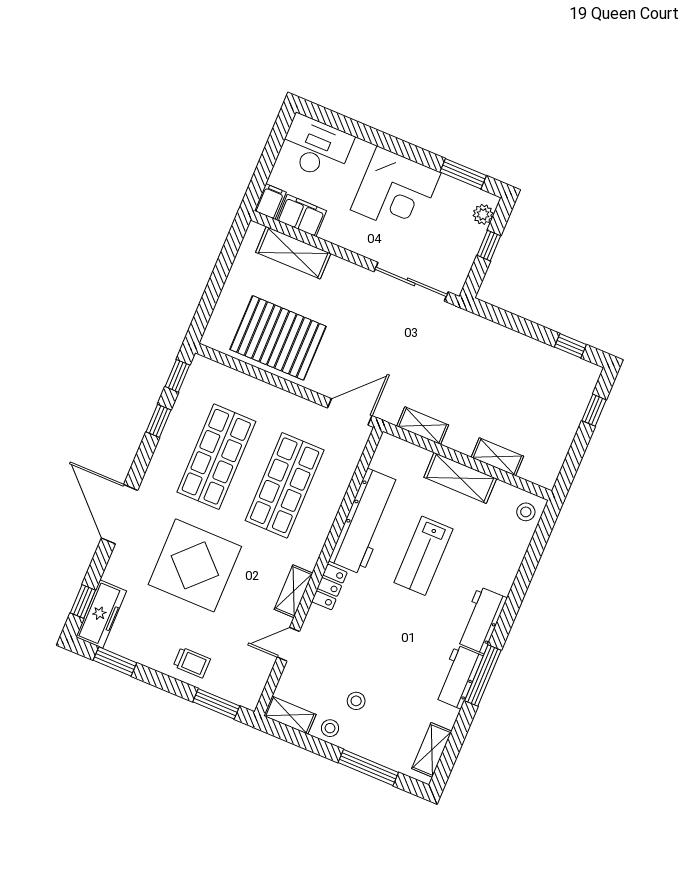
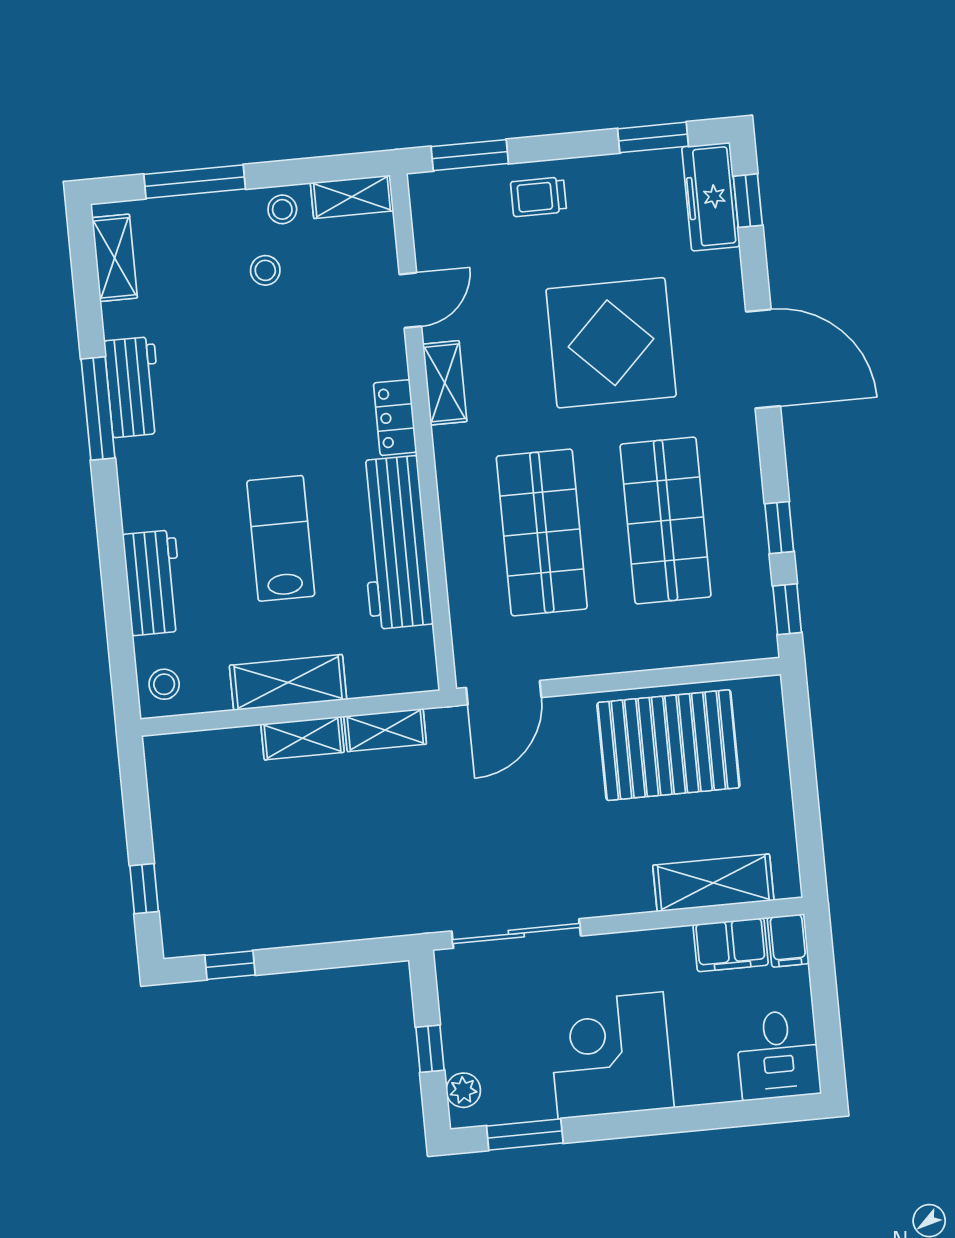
desk: (316, 148) -> (778, 1055), width x0.73
shelving: (497, 457) -> (302, 738), moved
workbench: (481, 620) -> (153, 583), moved

